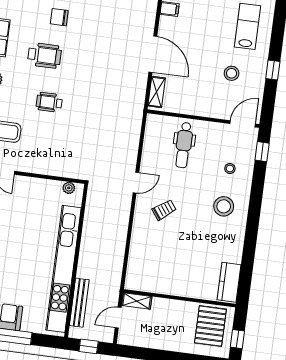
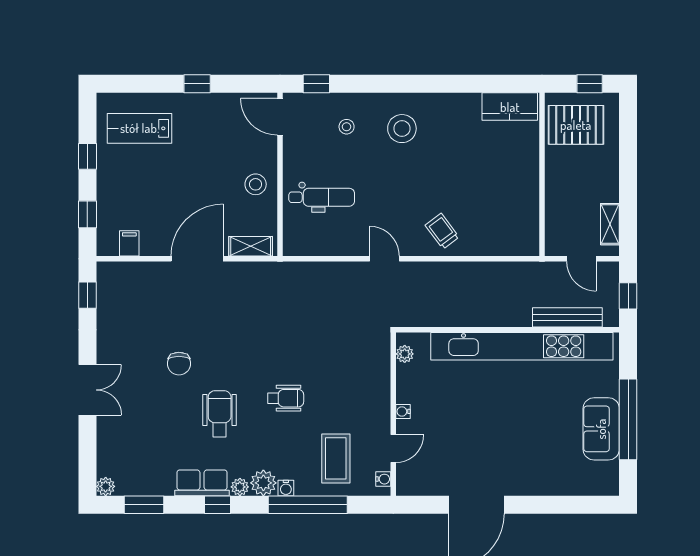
chair: (59, 17) -> (179, 364), moved
stool: (232, 73) -> (256, 184), moved
wheelchair: (49, 102) -> (286, 398), turned -90
water cooler: (30, 181) -> (403, 411), added
trolley: (164, 210) -> (442, 231), moved
shelving: (137, 301) -> (610, 224), moved

